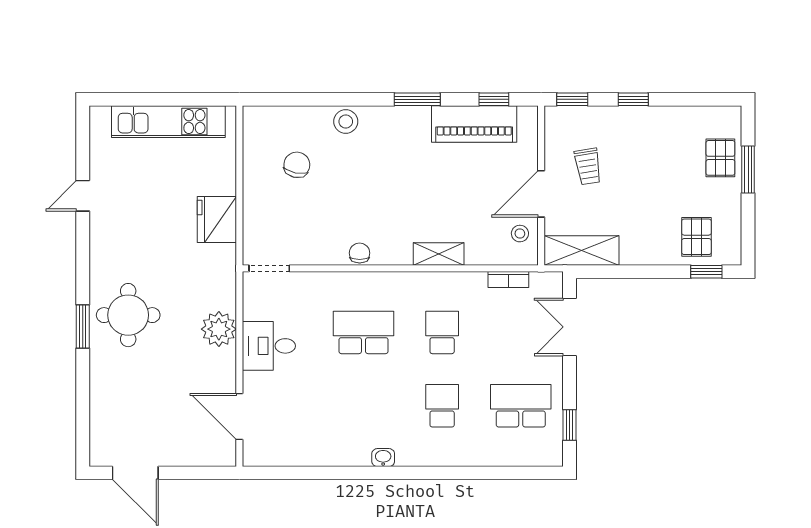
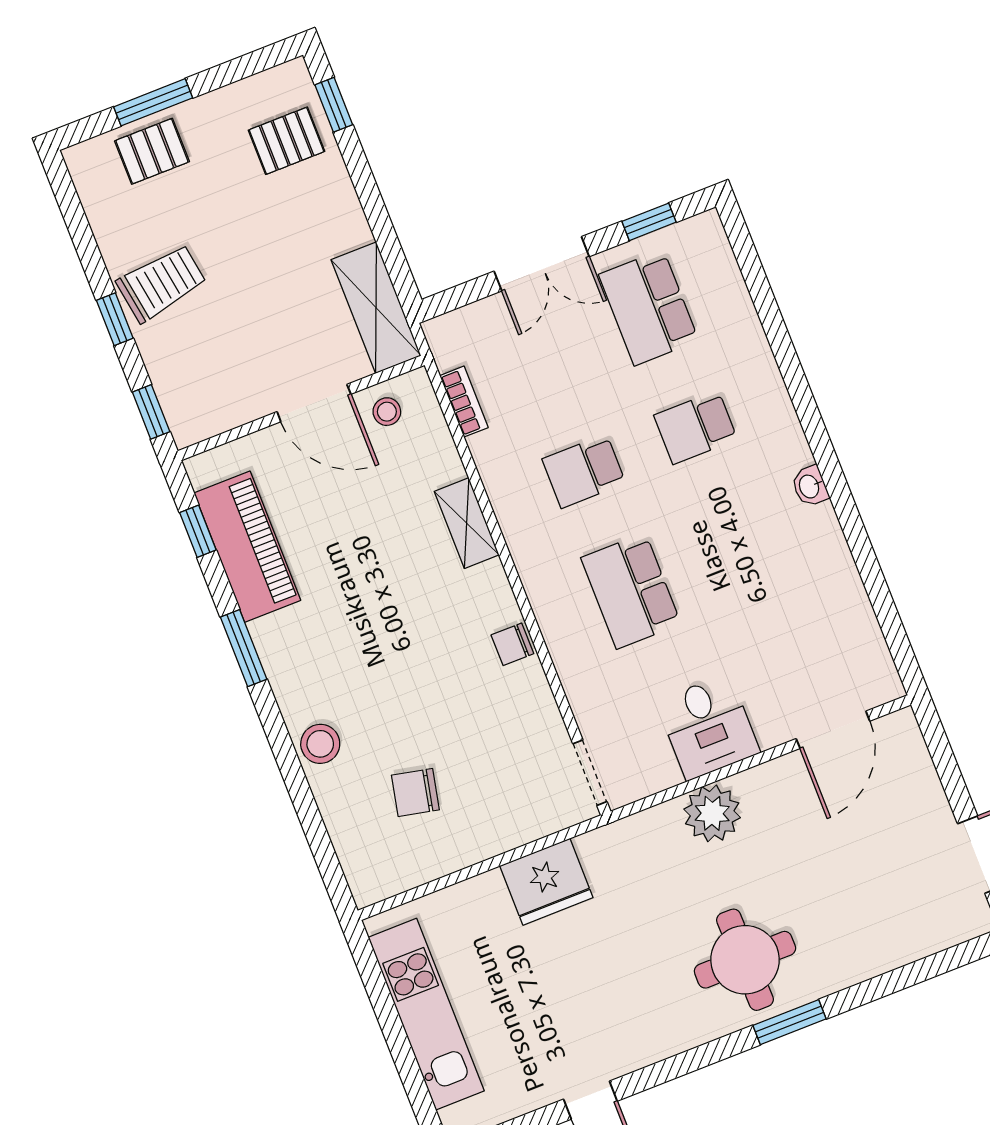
trolley: (588, 166) -> (161, 283), moved, width x1.36, depth x1.39
double door: (570, 327) -> (542, 264), moved

